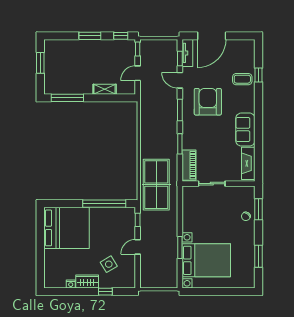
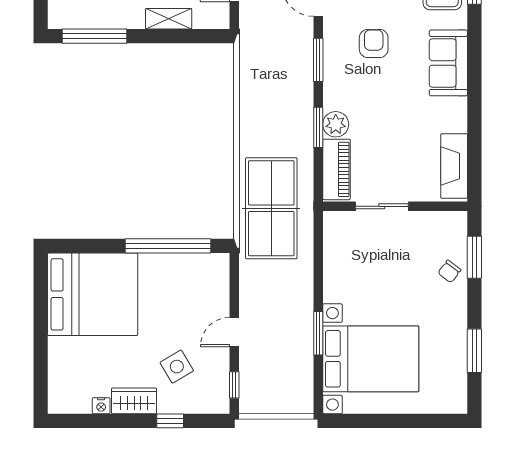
armchair: (208, 102) -> (374, 43), width x0.53, depth x0.53
sofa: (245, 130) -> (448, 63), moved
plant: (189, 142) -> (336, 124), added
window: (138, 220) -> (234, 385), moved

